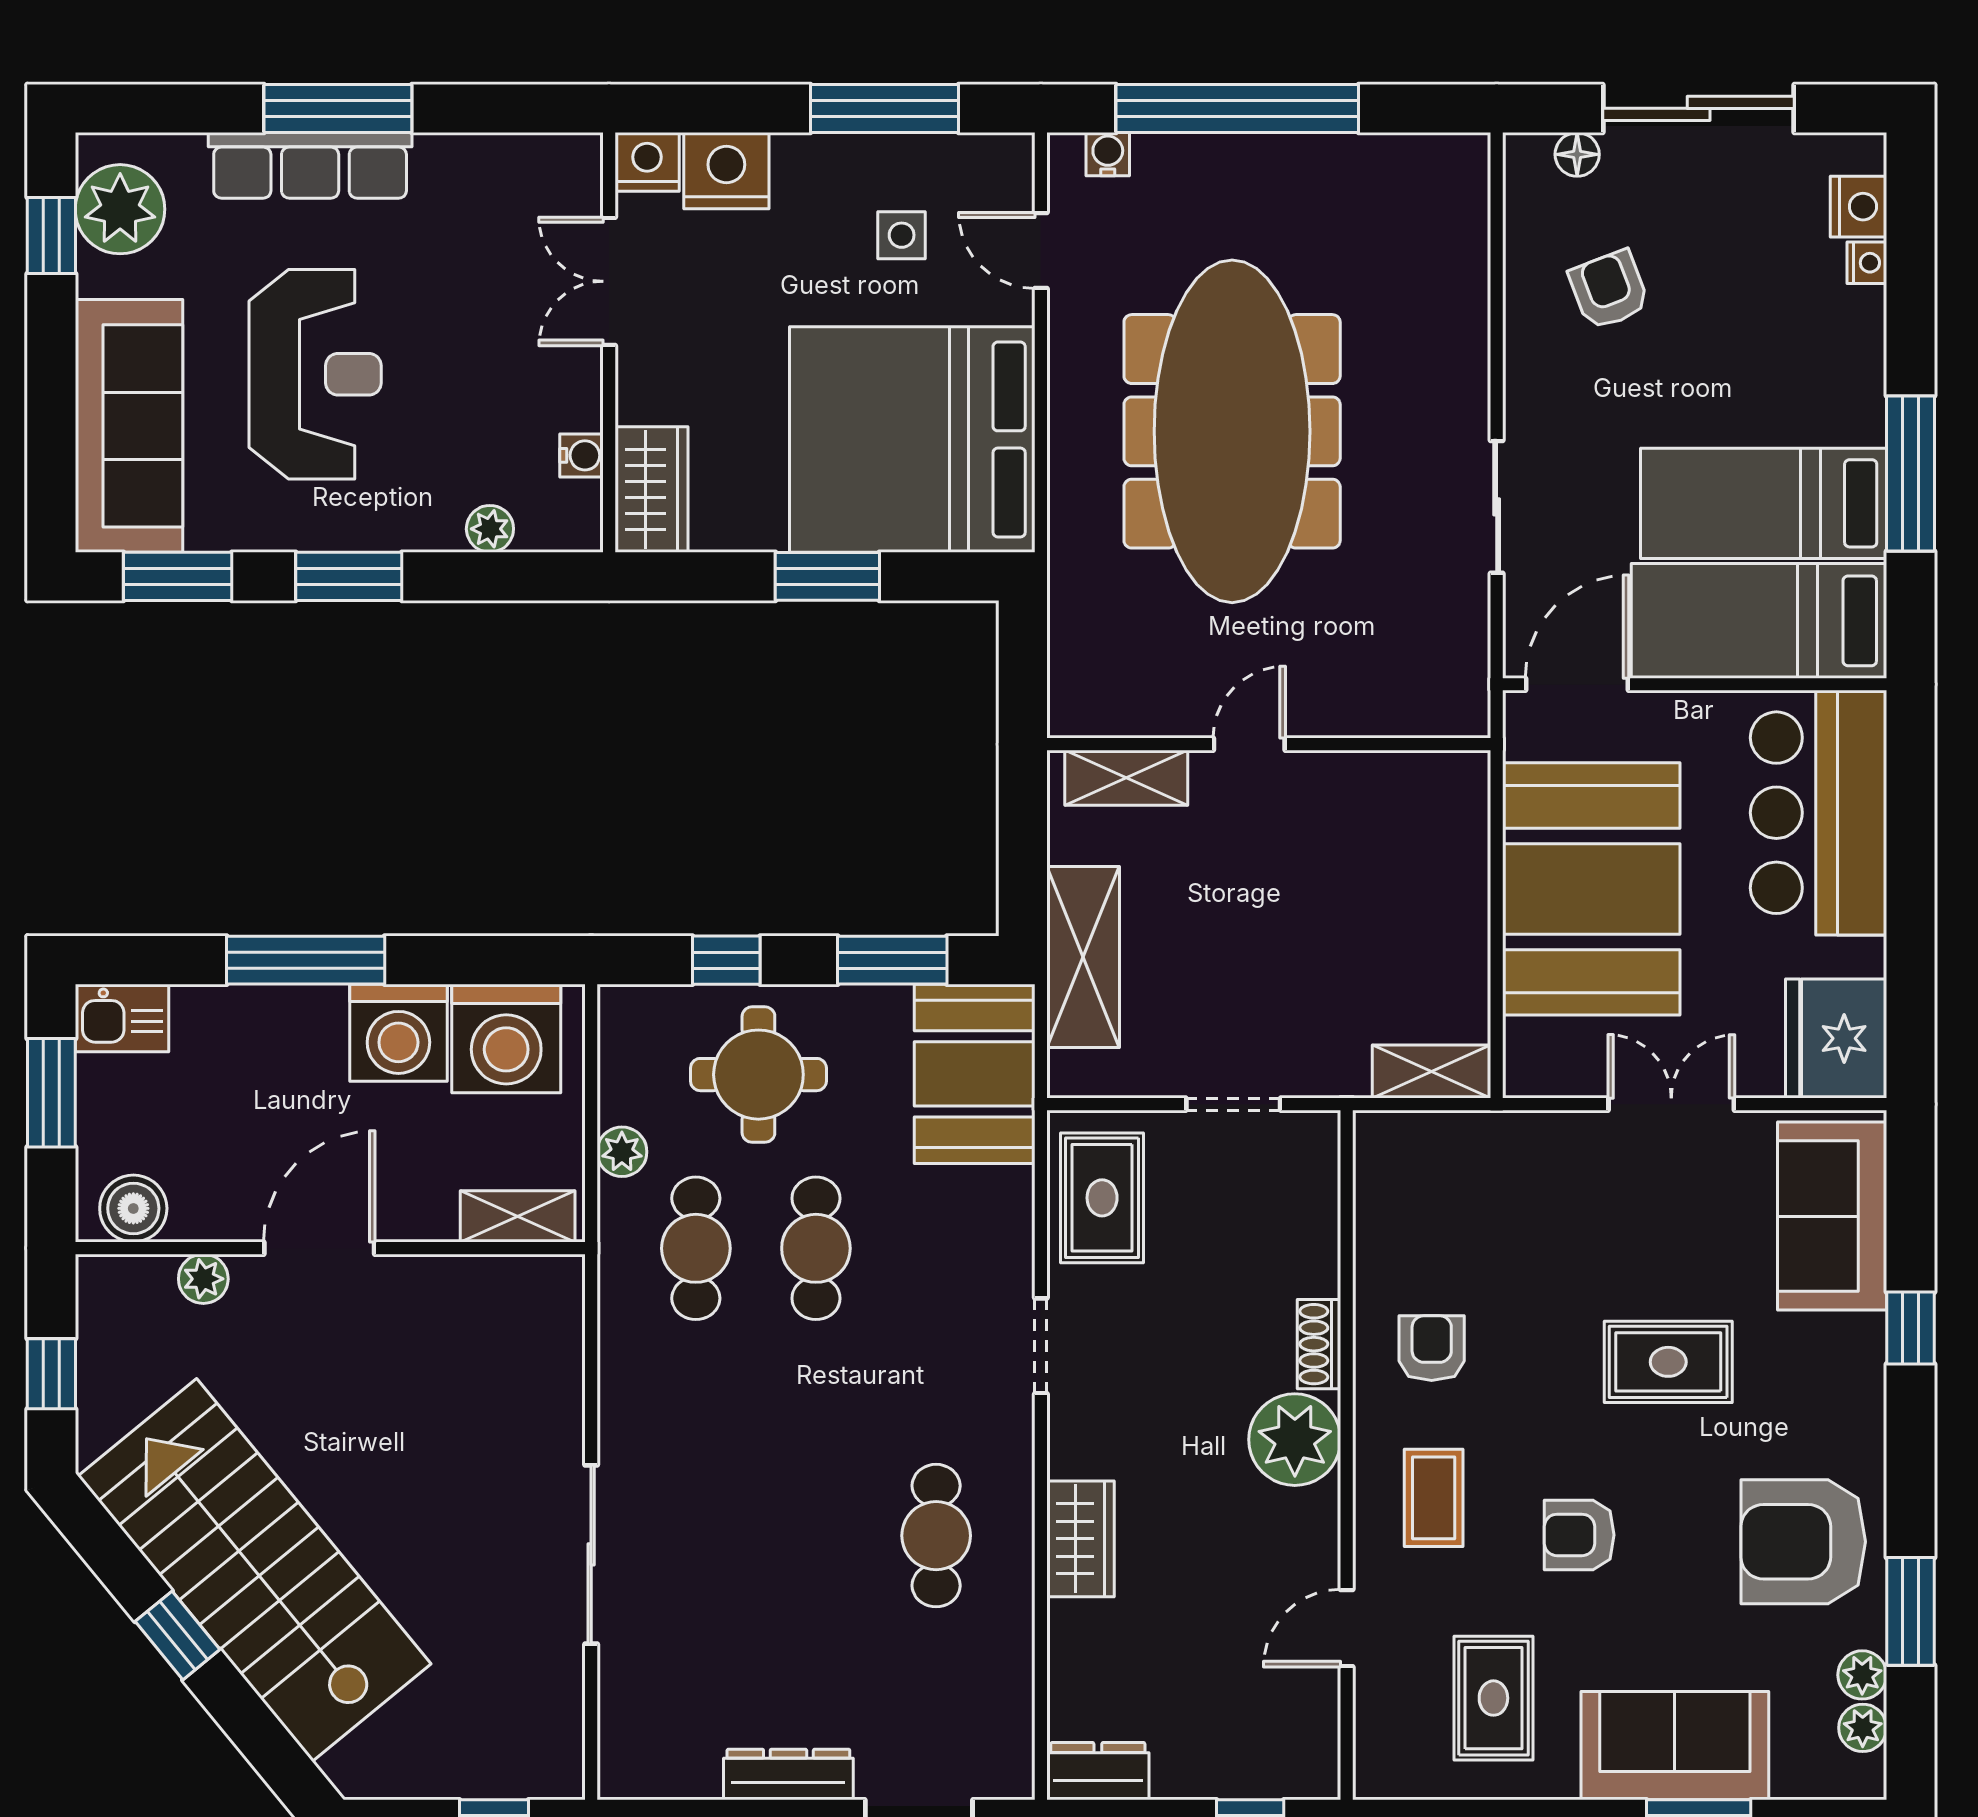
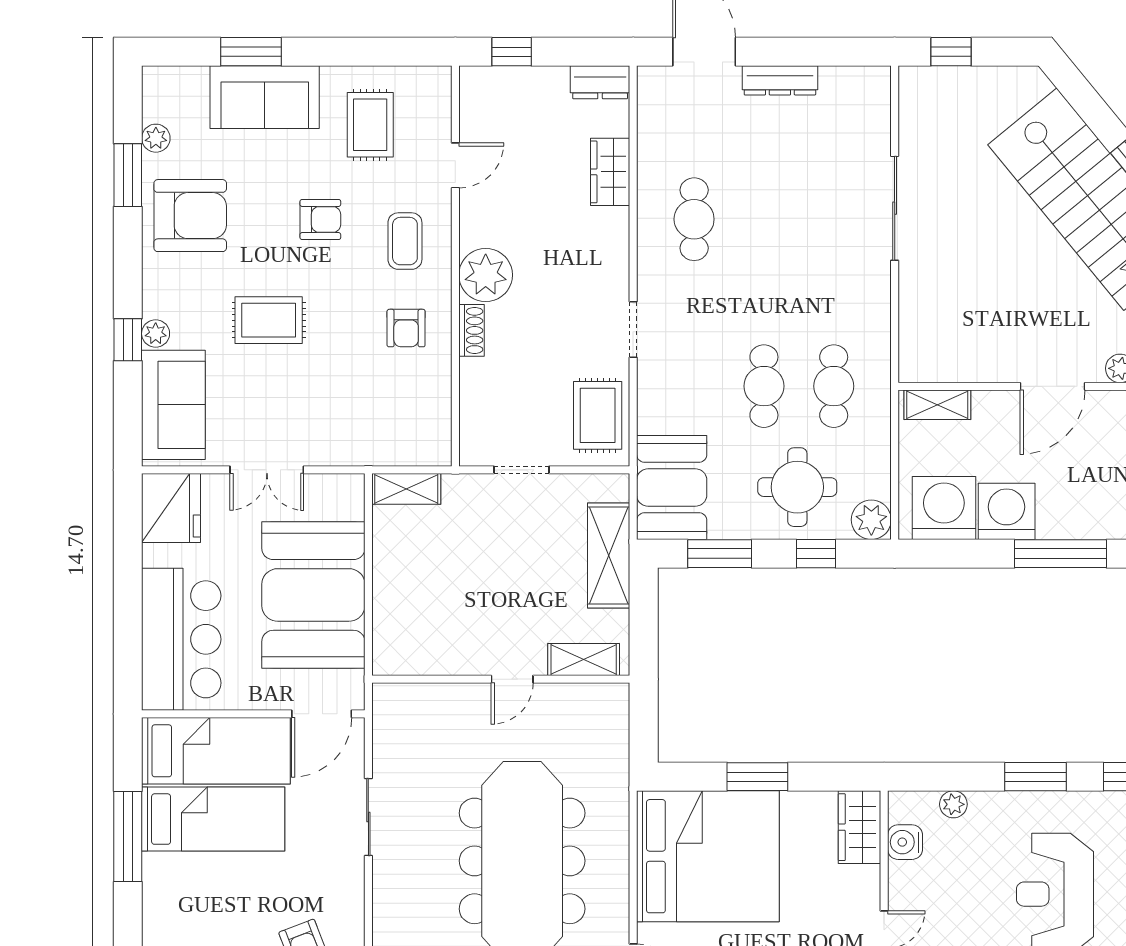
water cooler: (581, 455) -> (905, 842), width x1.38, depth x1.38
plant: (622, 1152) -> (871, 520), moved, width x1.38, depth x1.38
wardrobe: (1081, 1539) -> (610, 172), moved
plant: (1863, 1728) -> (156, 334), moved

